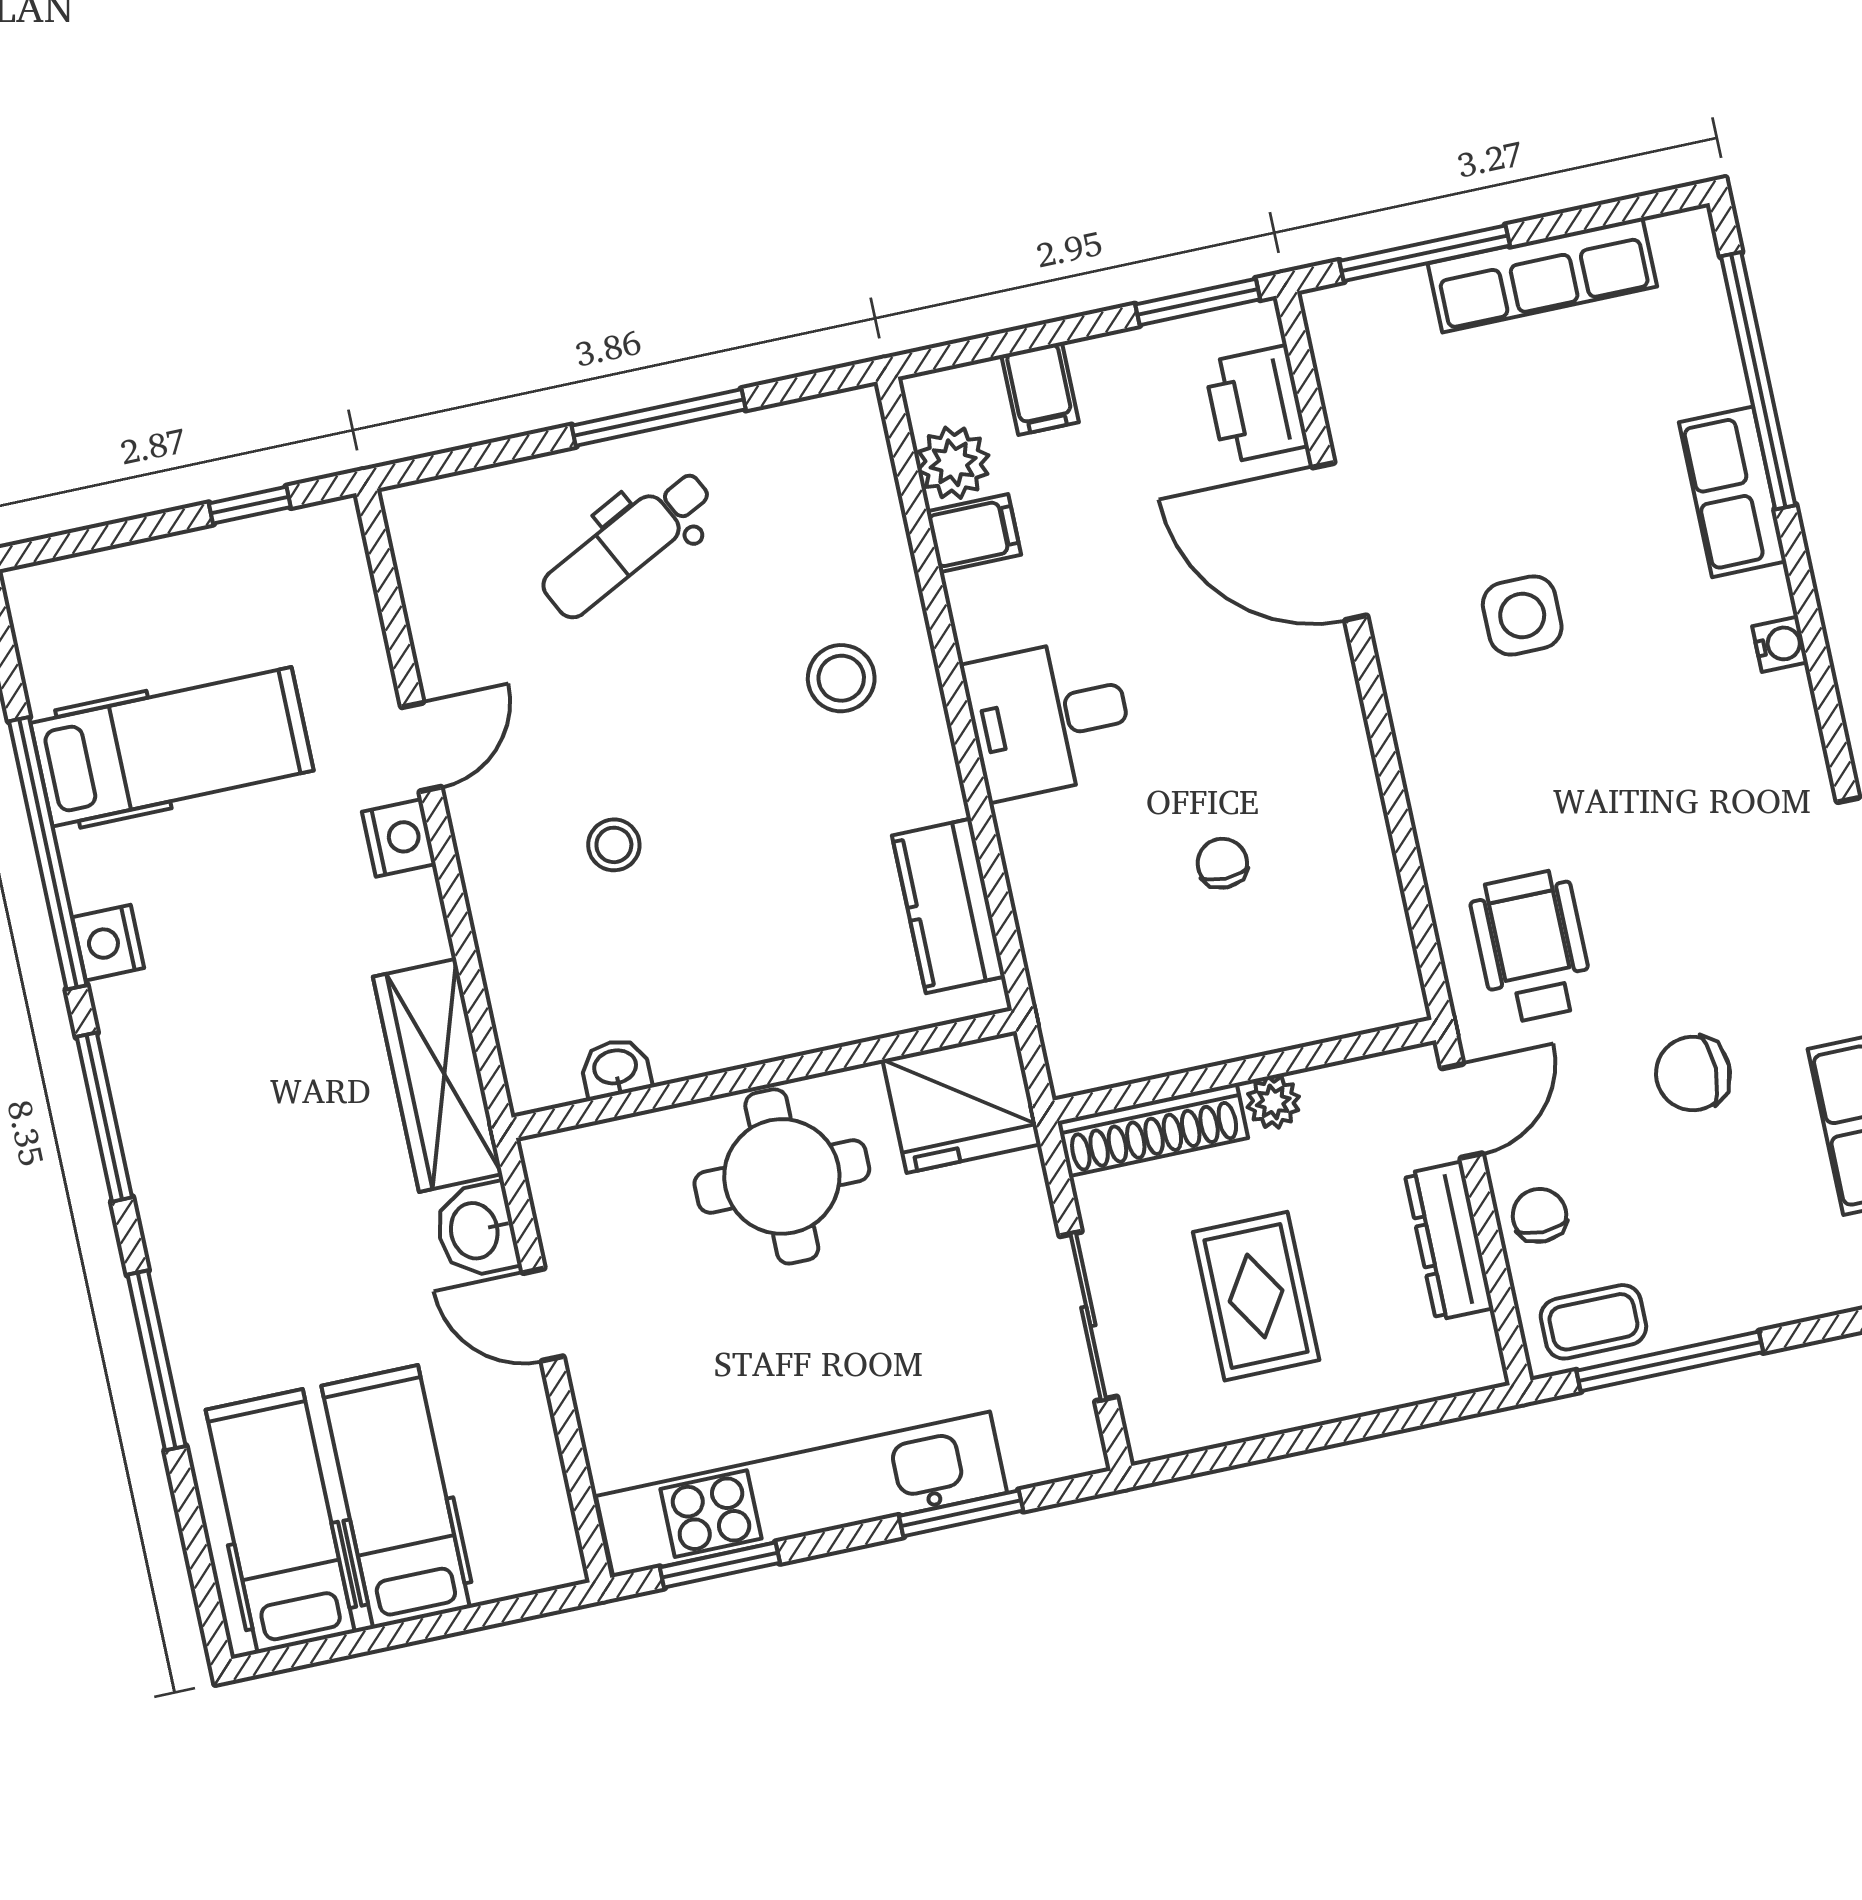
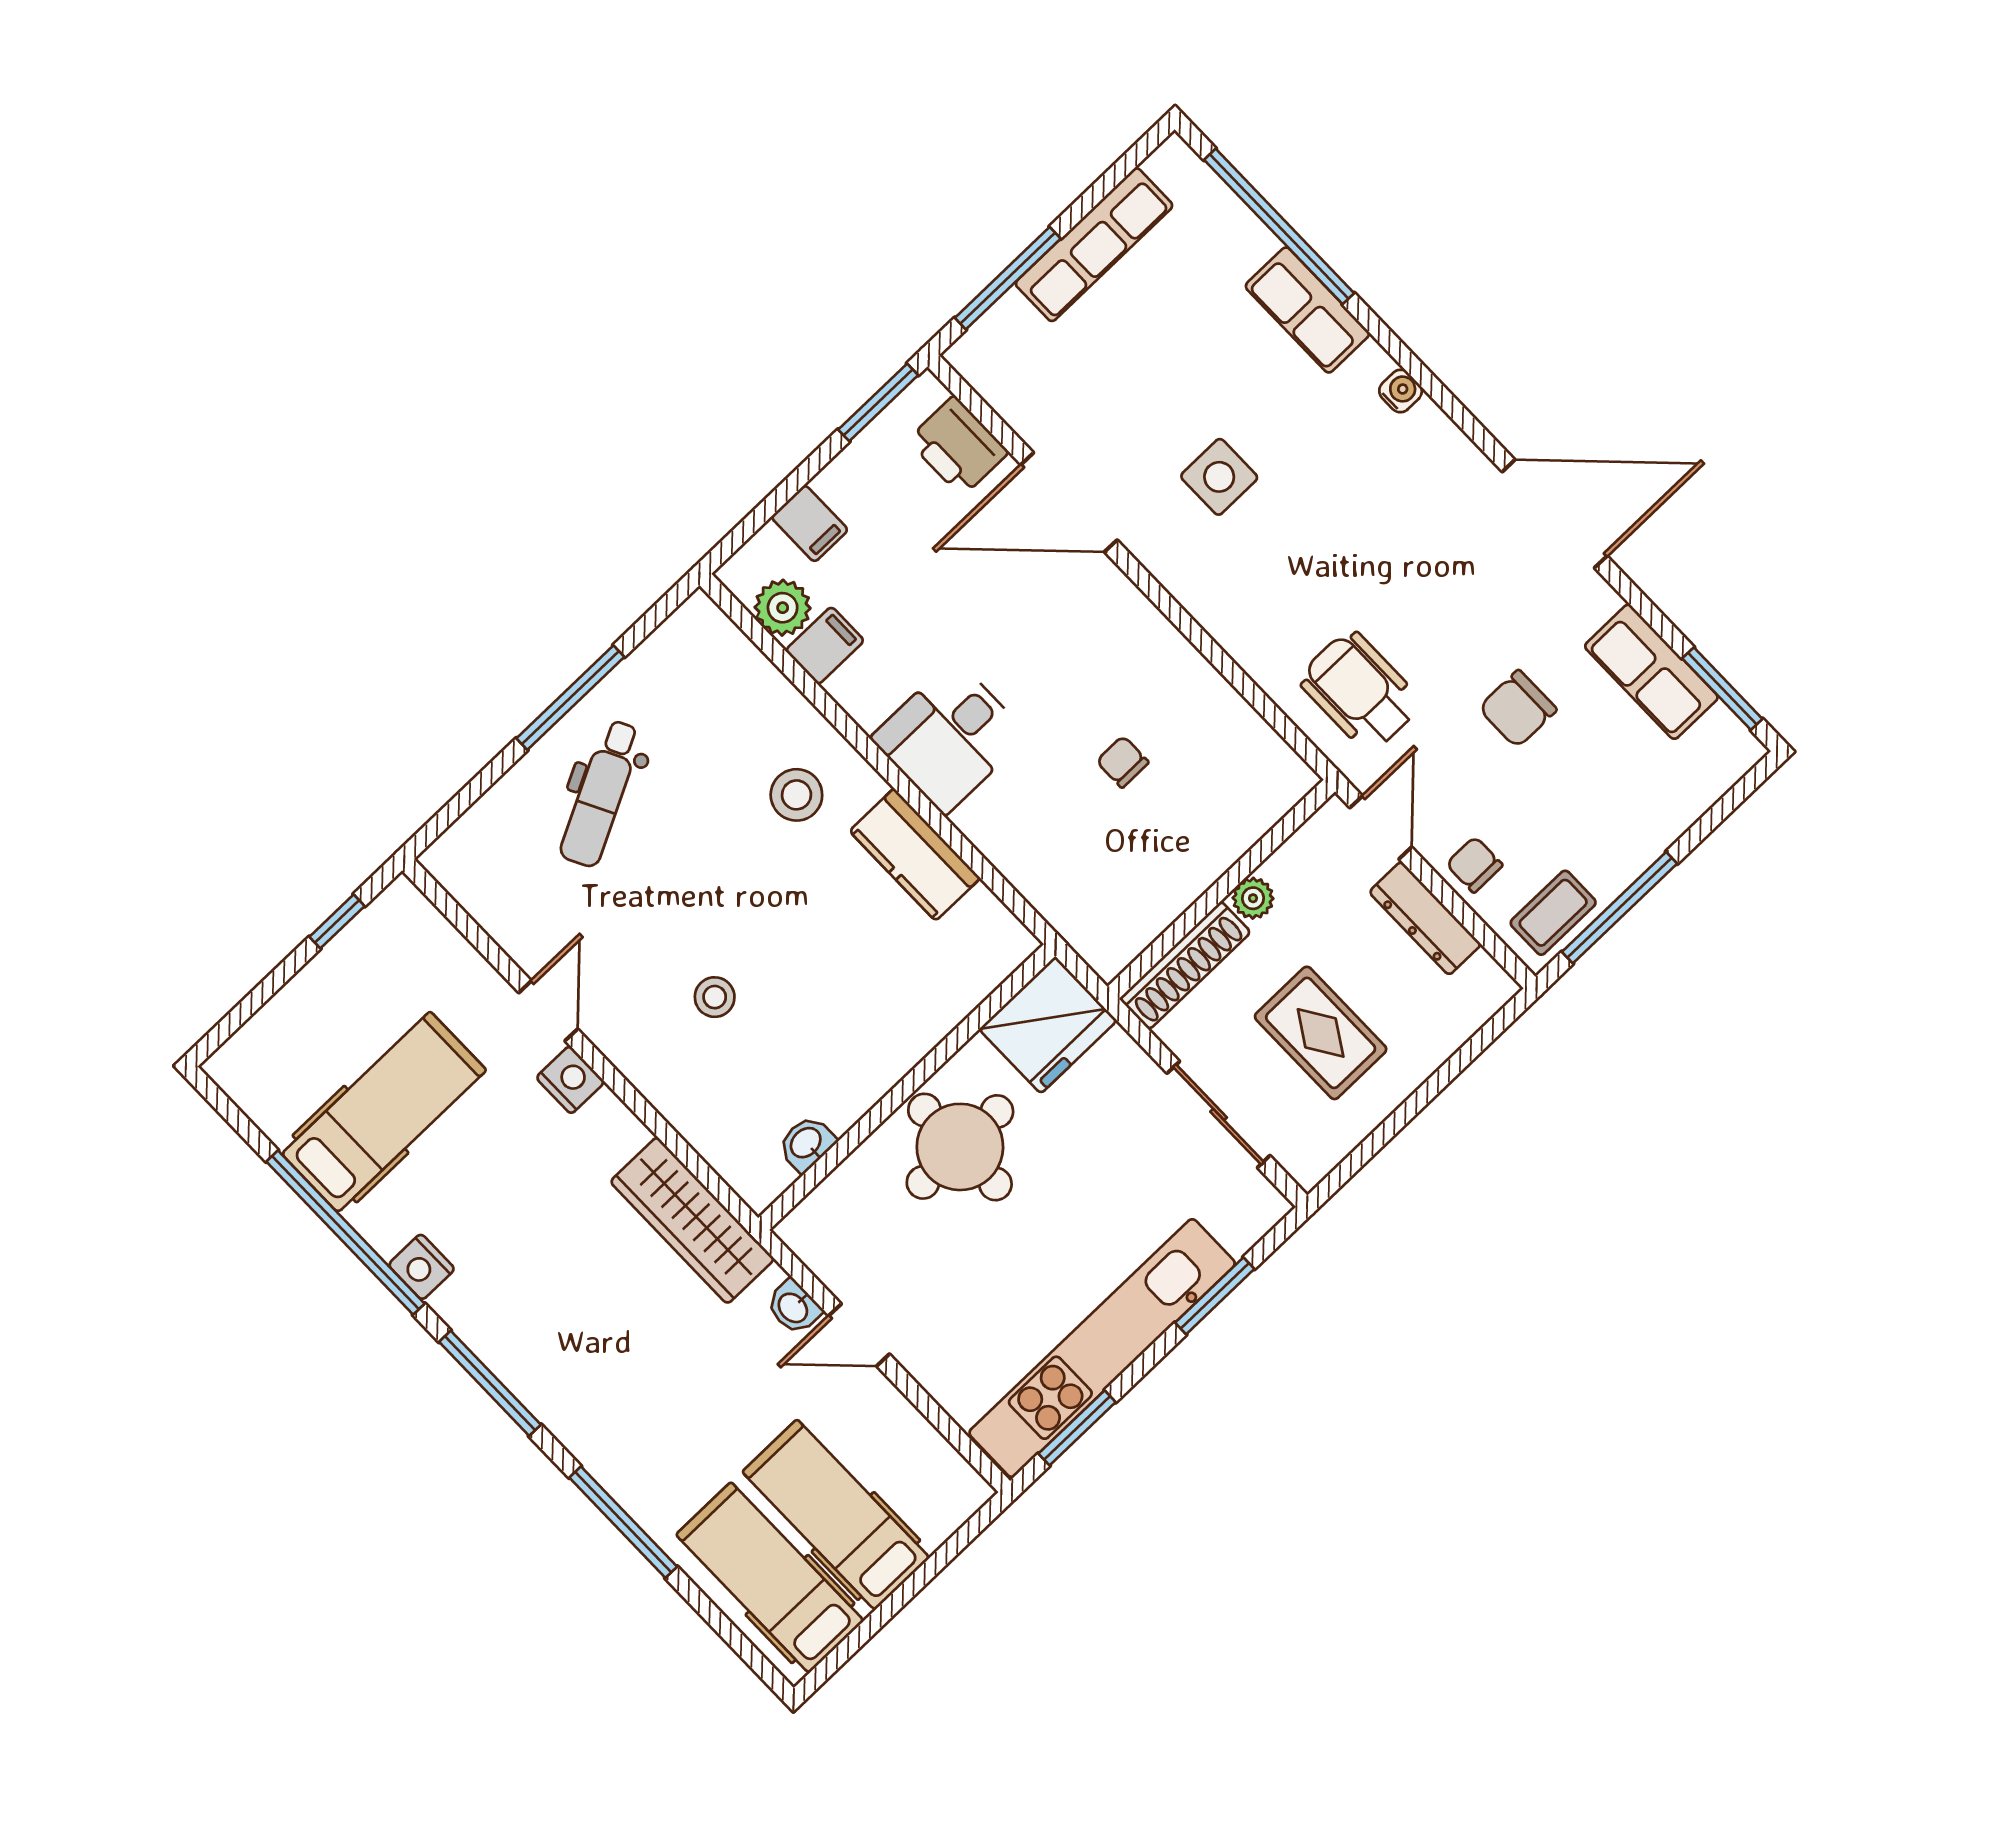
kitchen counter: (948, 906) -> (915, 855), moved
washbasin: (476, 1230) -> (794, 1307), width x0.72, depth x0.69

